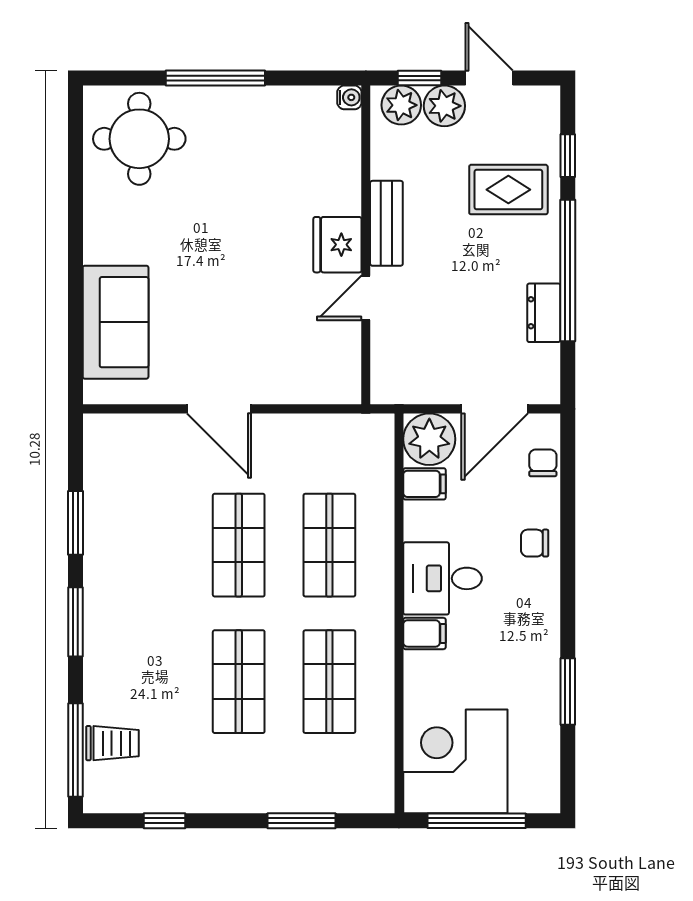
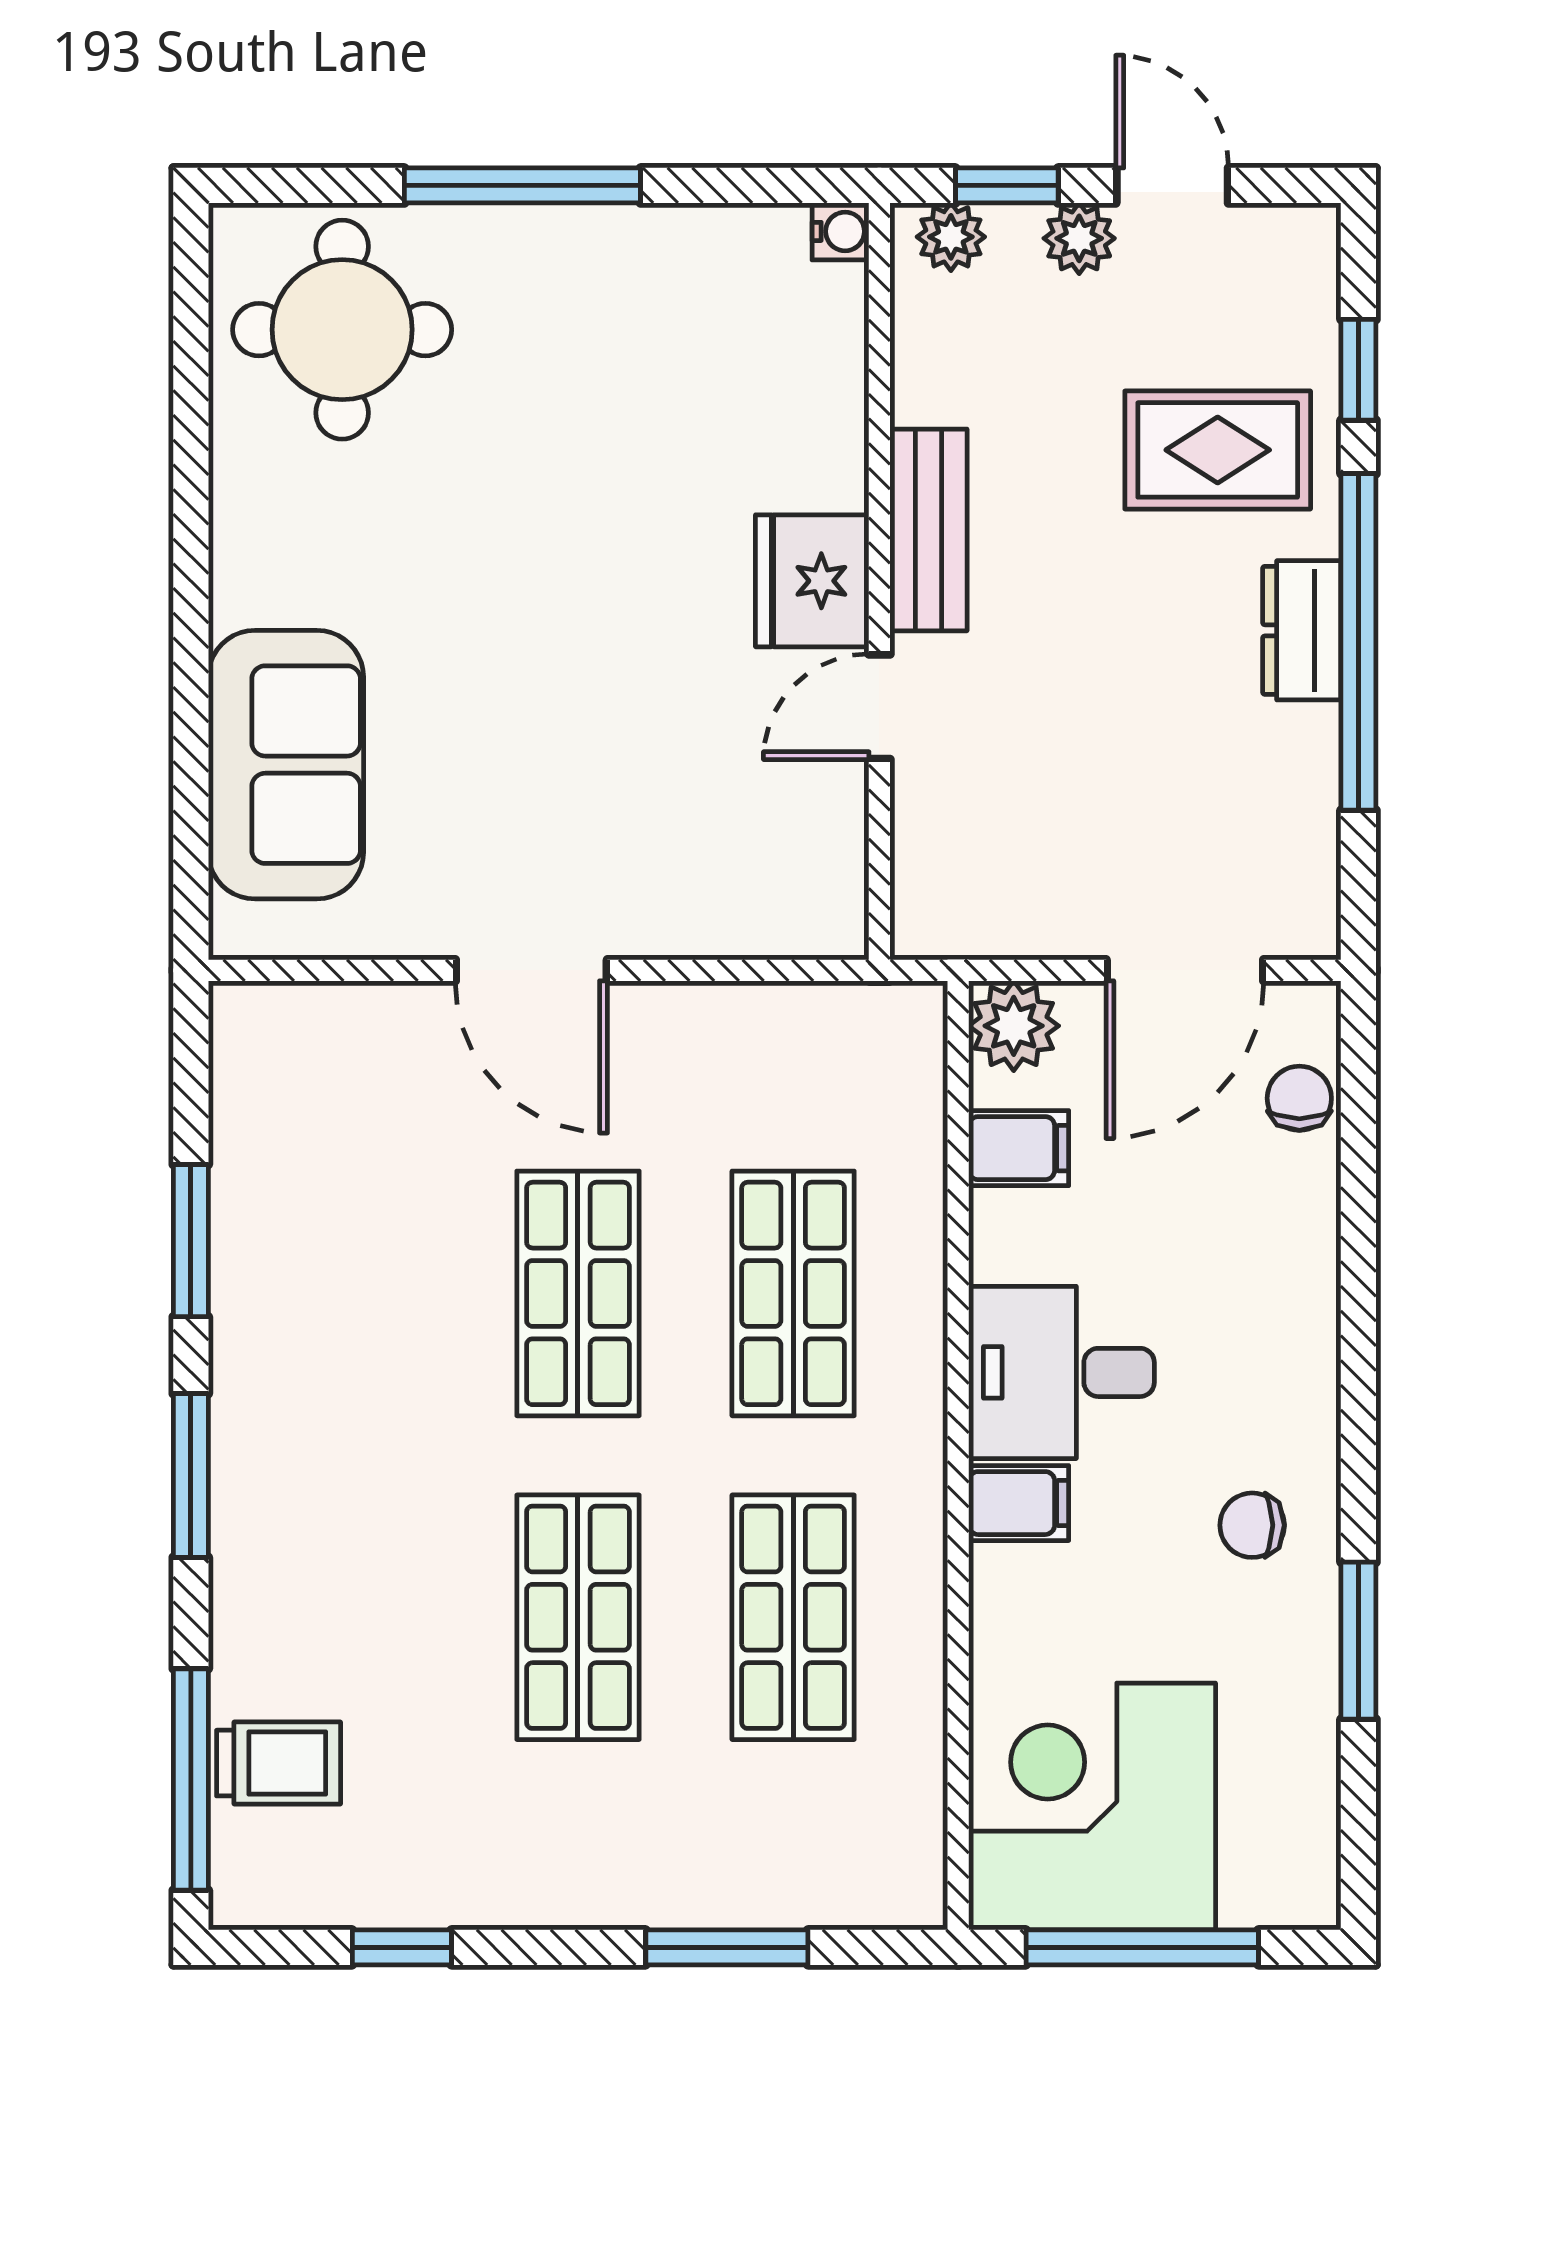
plant: (401, 105) -> (951, 237), width x0.73, depth x0.73
plant: (444, 106) -> (1079, 238), width x0.73, depth x0.73
dresser: (544, 313) -> (1302, 630), moved
plant: (429, 439) -> (1014, 1026), width x0.73, depth x0.73
chair: (535, 543) -> (1252, 1525), moved

